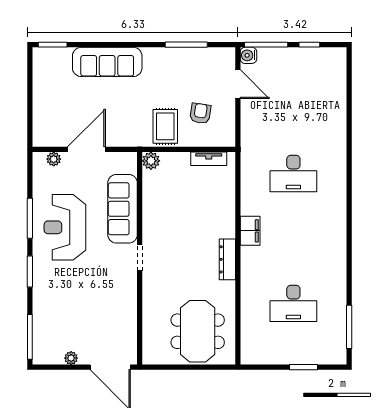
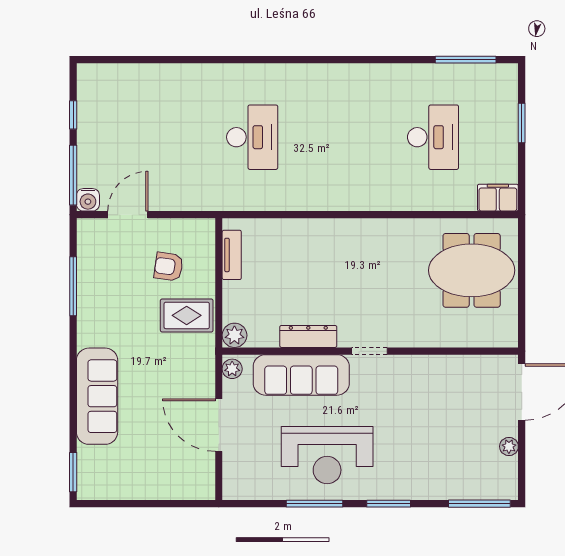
plant: (54, 159) -> (232, 369), moved
filing cabinet: (250, 231) -> (498, 198), moved
dresser: (227, 259) -> (308, 336), moved, turned 180

